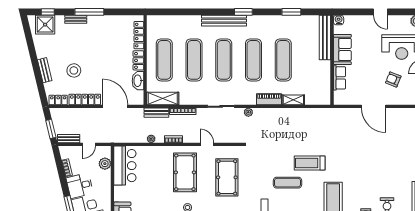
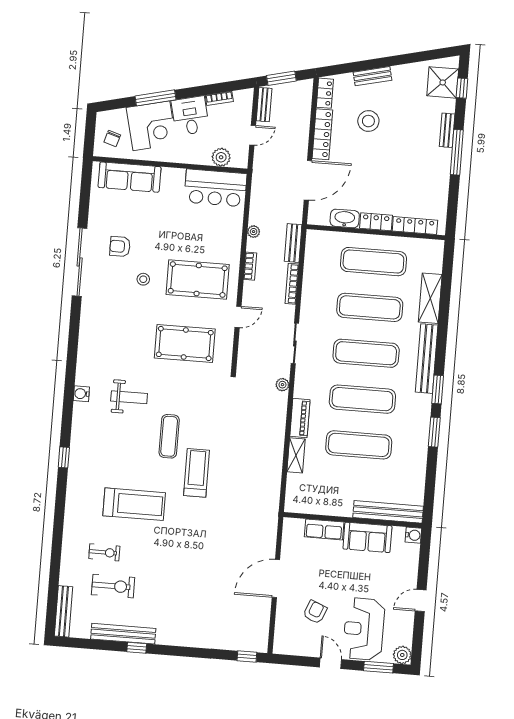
window: (291, 12) -> (434, 432), moved
shelving: (163, 98) -> (430, 298), moved
door: (89, 144) -> (253, 135), swing flipped

